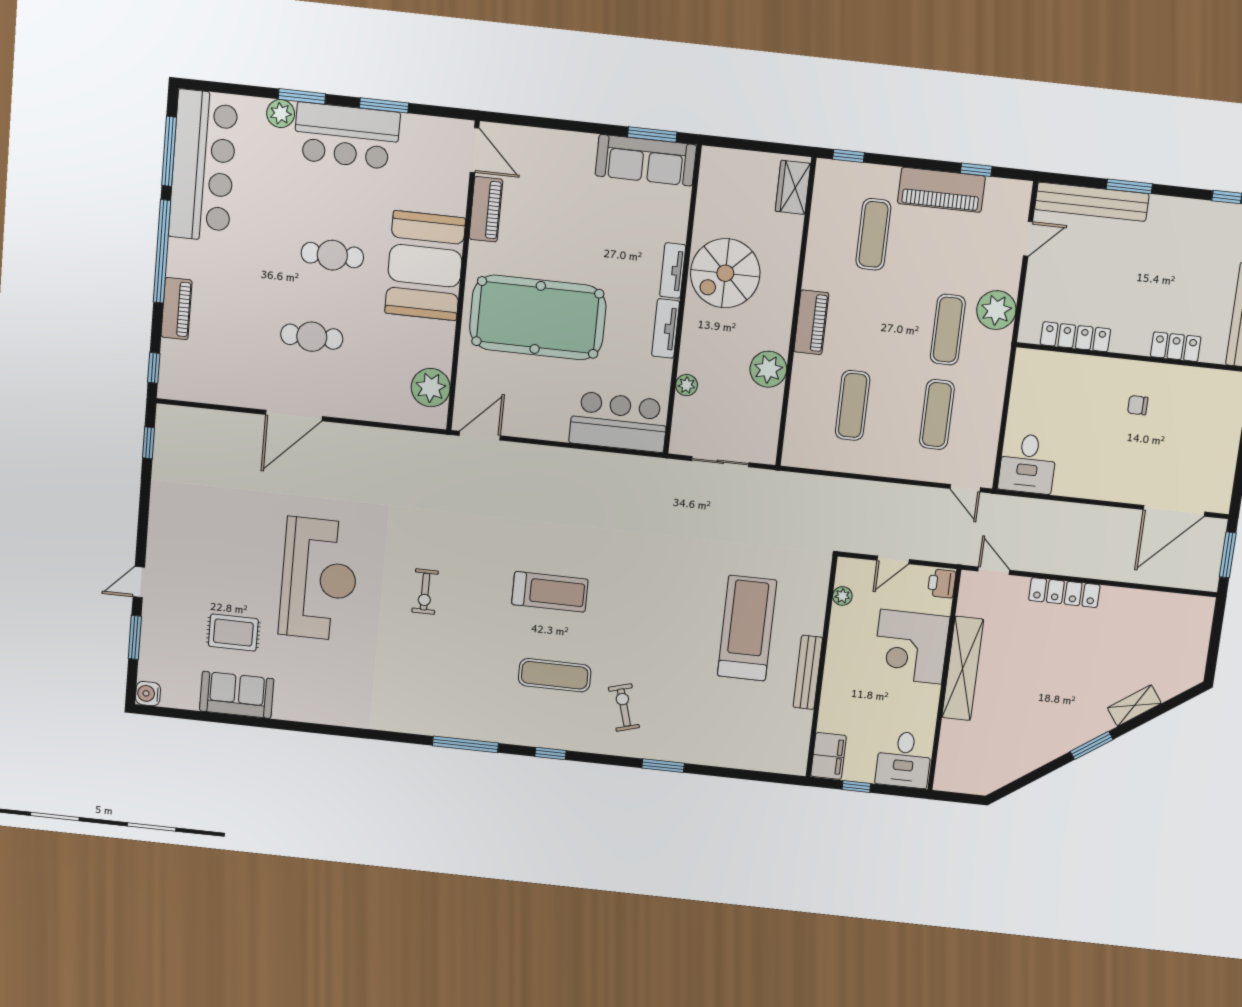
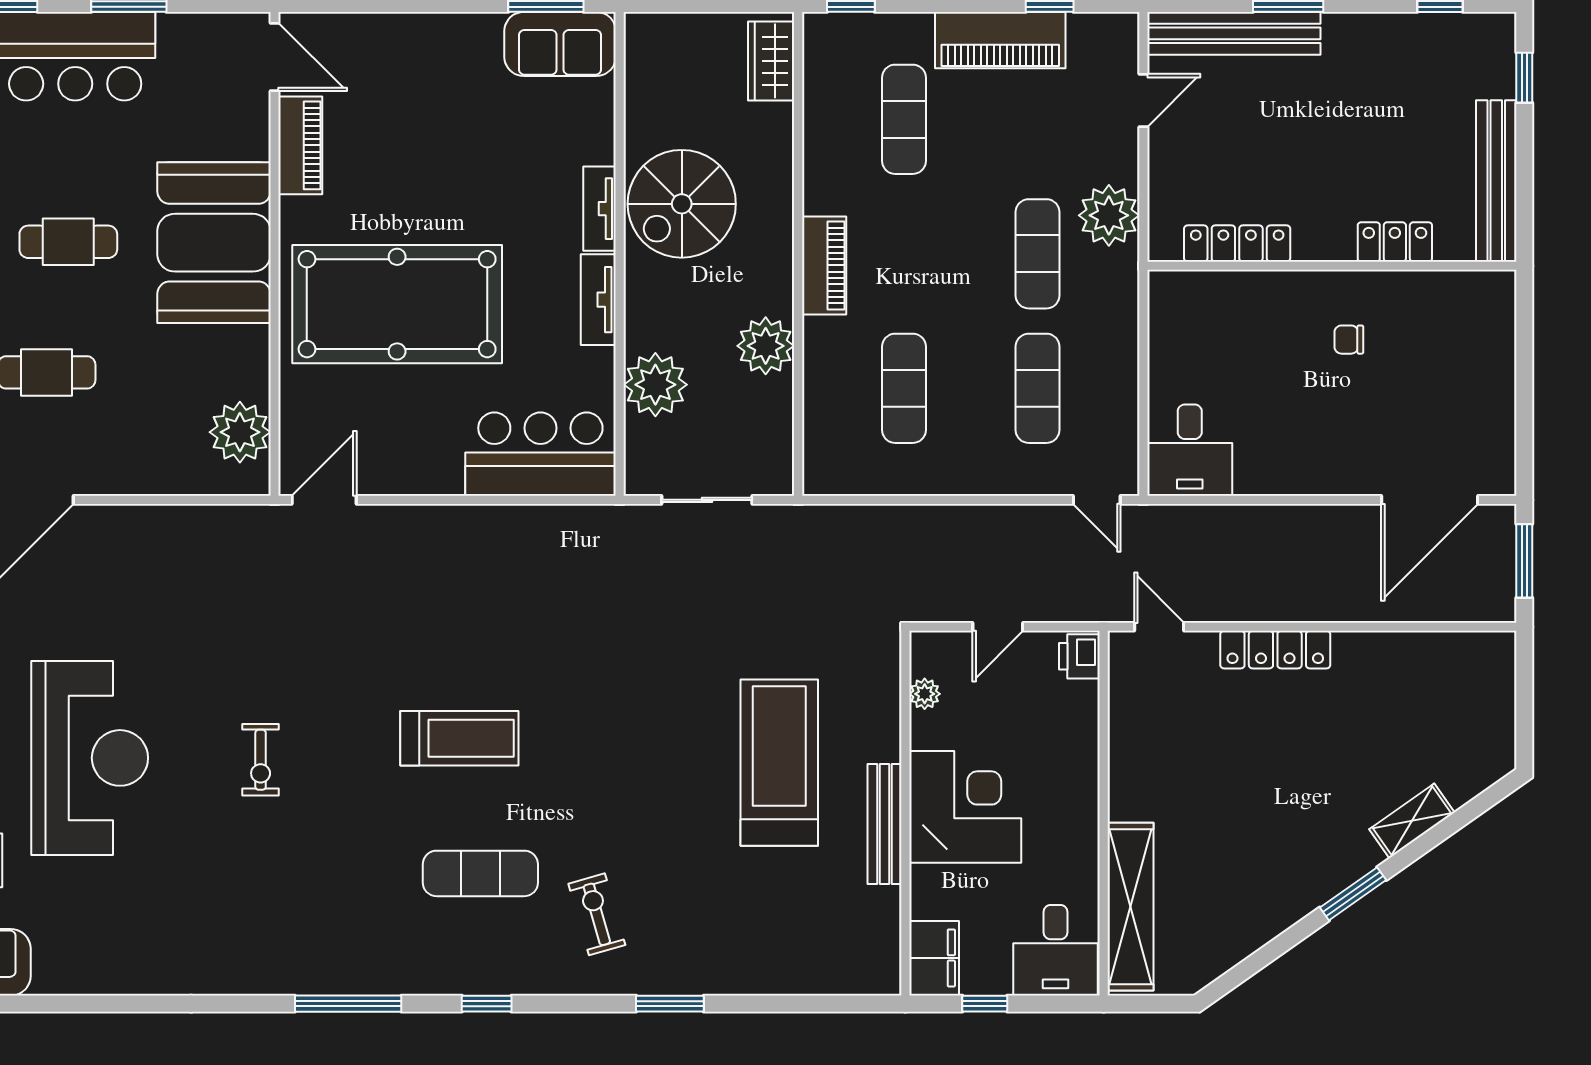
sofa: (646, 160) -> (560, 44), width x0.73
plant: (687, 385) -> (655, 385), width x1.88, depth x1.88
corner desk: (911, 647) -> (965, 807), moved, turned 180
shelving: (963, 668) -> (1131, 907), moved

